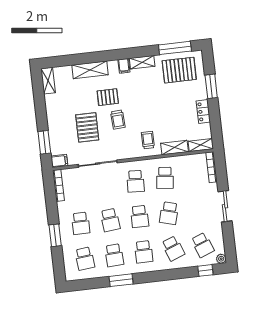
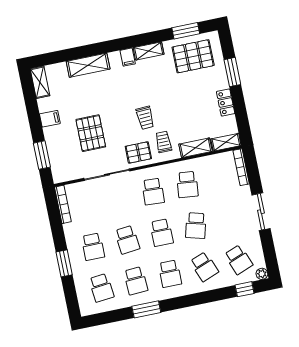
window: (175, 48) -> (186, 31), width x0.69
pallet: (108, 97) -> (138, 152), moved
trolley: (118, 120) -> (145, 118), moved
filing cabinet: (59, 161) -> (50, 119), moved

